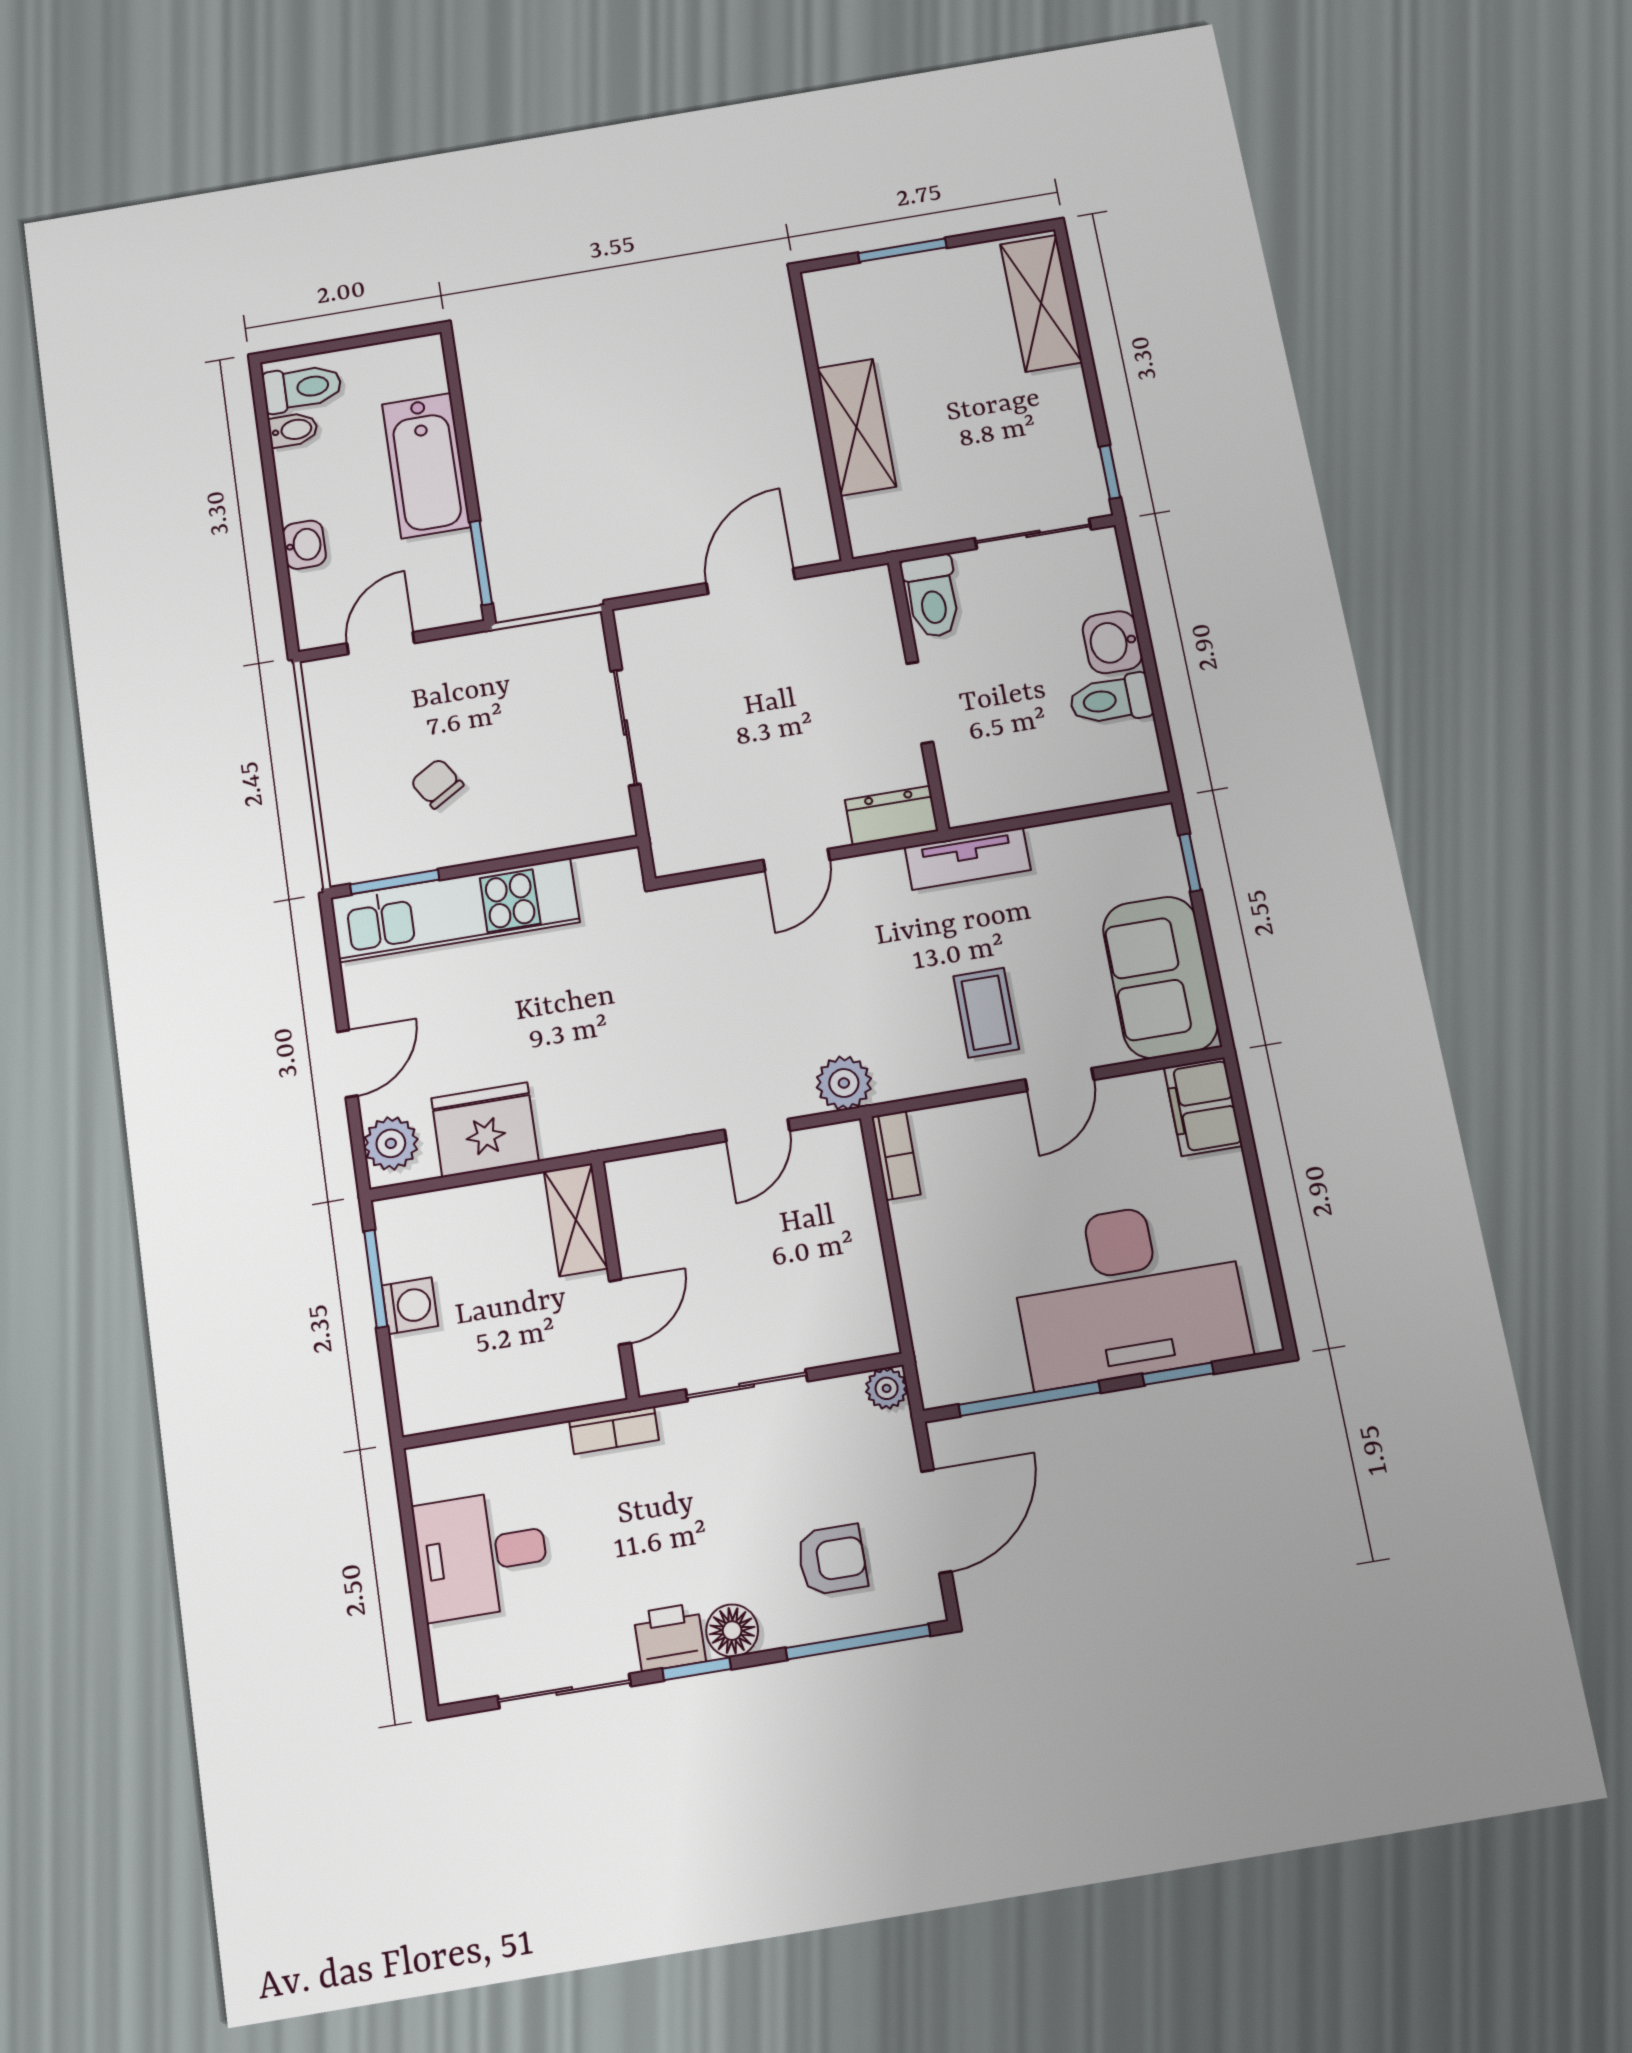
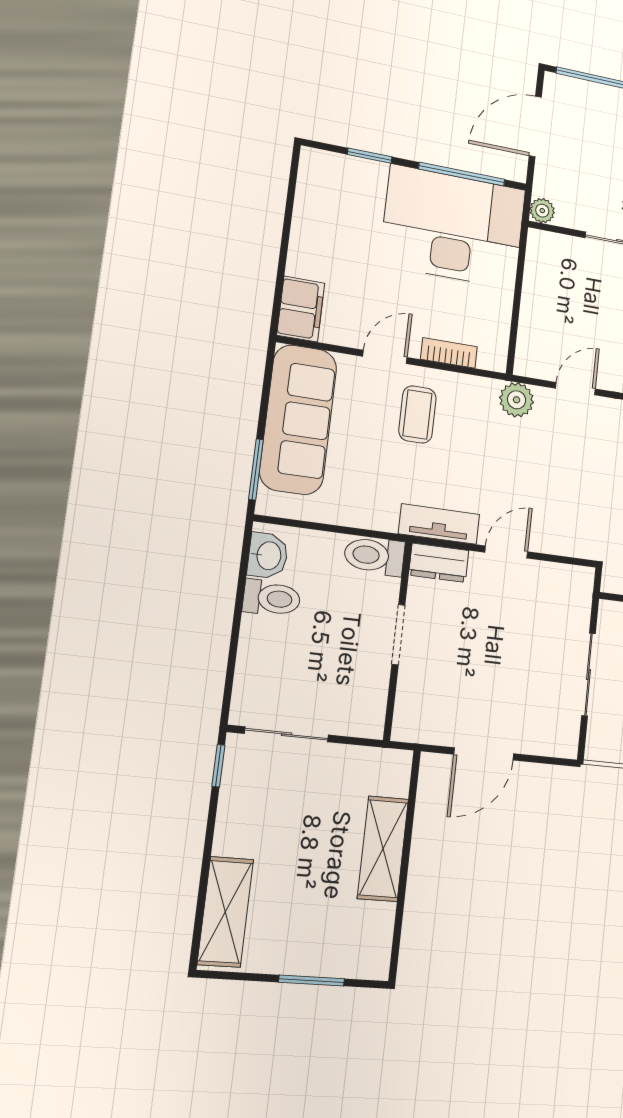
toilet: (932, 596) -> (374, 556), moved, turned -90
washbasin: (1112, 642) -> (268, 556), moved
tv unit: (968, 859) -> (439, 524), moved
window: (1190, 862) -> (256, 469), width x1.50
sofa: (1160, 977) -> (298, 420), width x1.36
bookcase: (896, 1155) -> (449, 353), moved, turned 90
desk: (1129, 1292) -> (453, 227), moved
armchair: (832, 1560) -> (599, 128), removed

